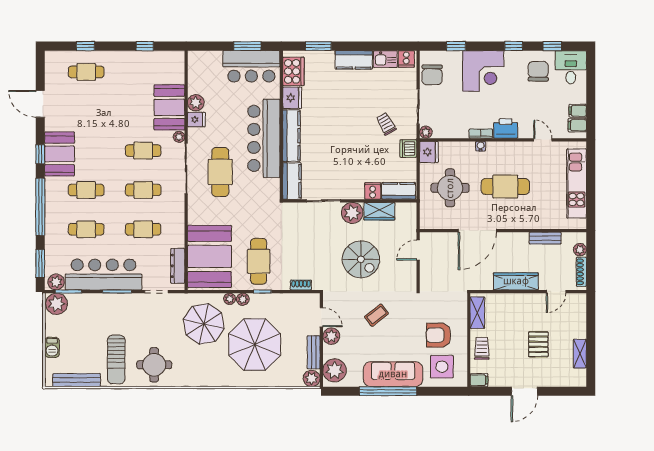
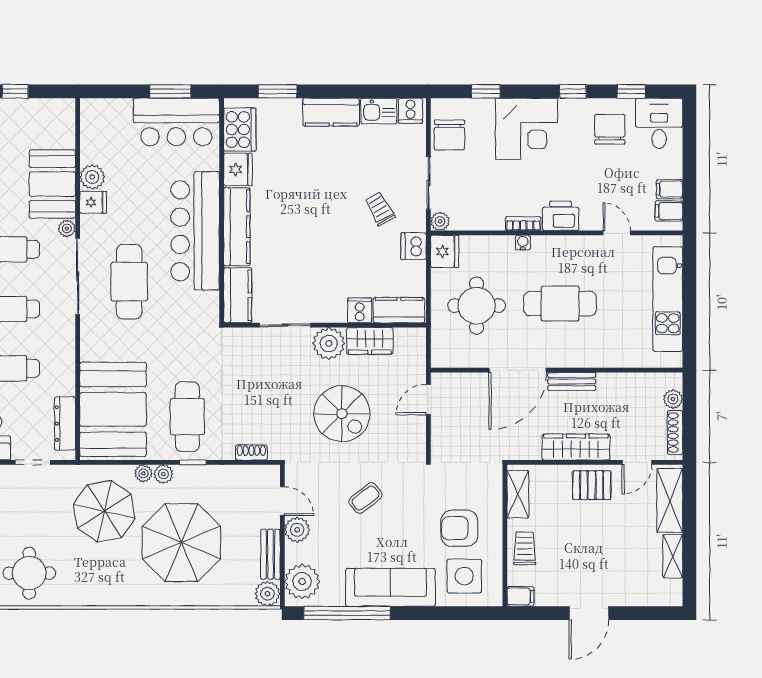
bench: (545, 238) -> (572, 382), moved
shelving: (578, 317) -> (670, 500), added
pallet: (538, 344) -> (592, 485), moved, turned 90
window: (388, 391) -> (347, 613), moved

